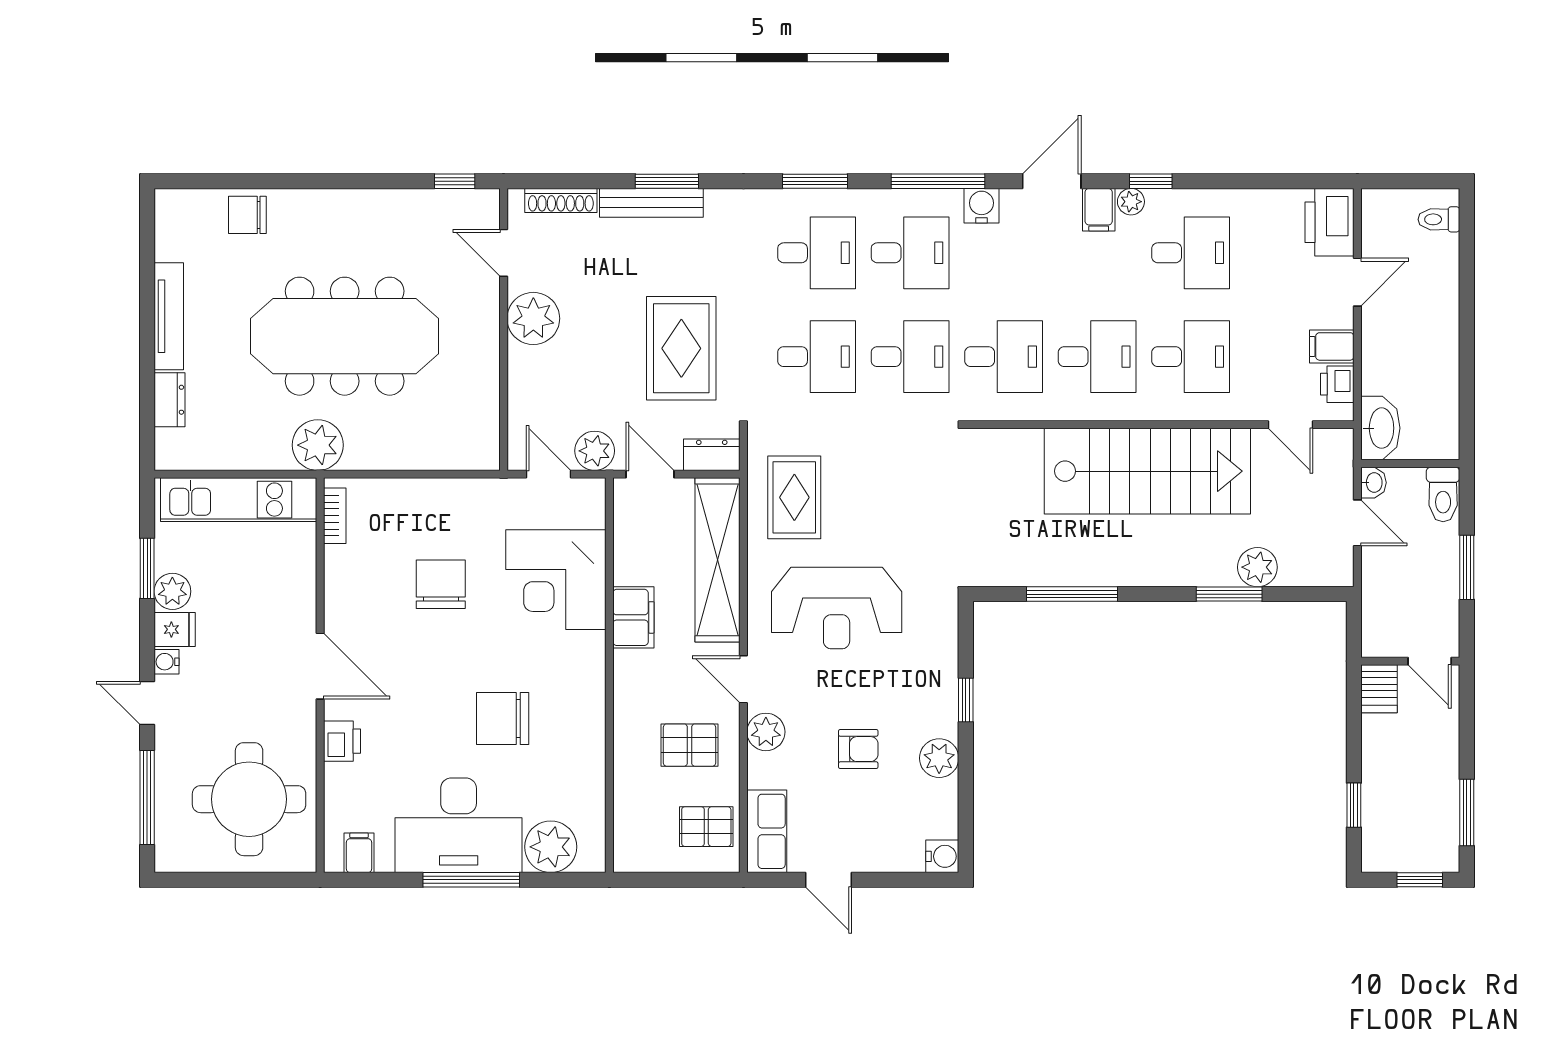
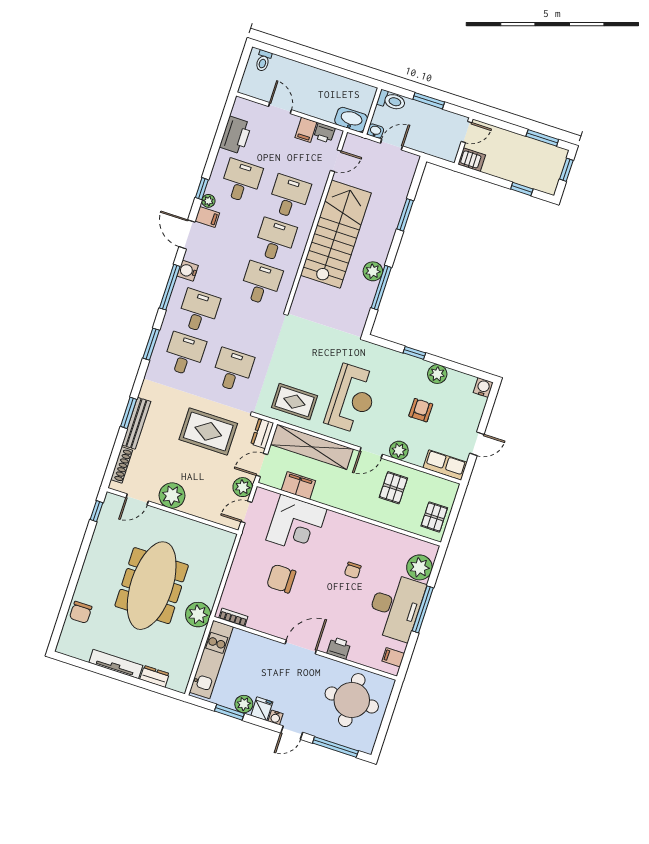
printer: (1329, 222) -> (236, 135), moved, turned -90
desk: (910, 357) -> (247, 327), removed
plant: (1257, 567) -> (373, 271), moved
filing cabinet: (633, 617) -> (298, 485), moved
chair: (503, 718) -> (353, 570), width x0.54, depth x0.54
pallet: (706, 827) -> (434, 517), moved

